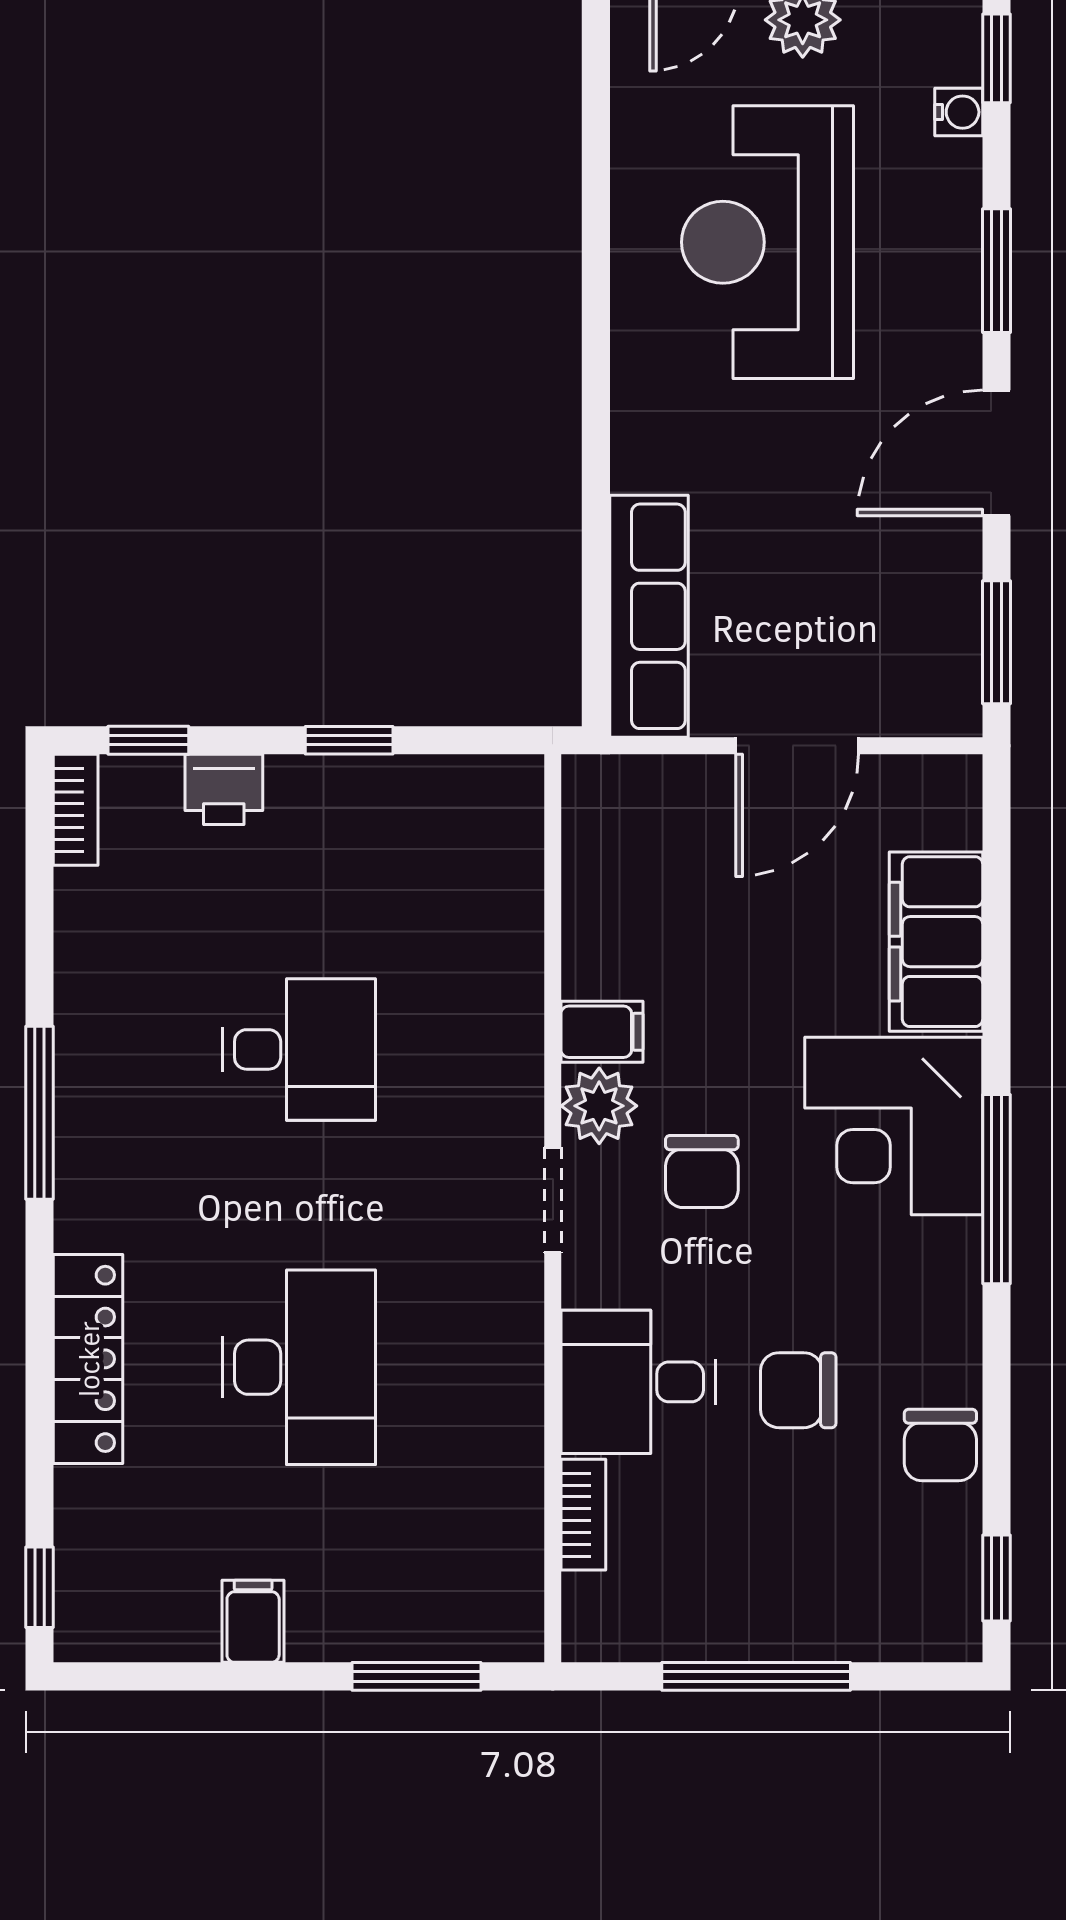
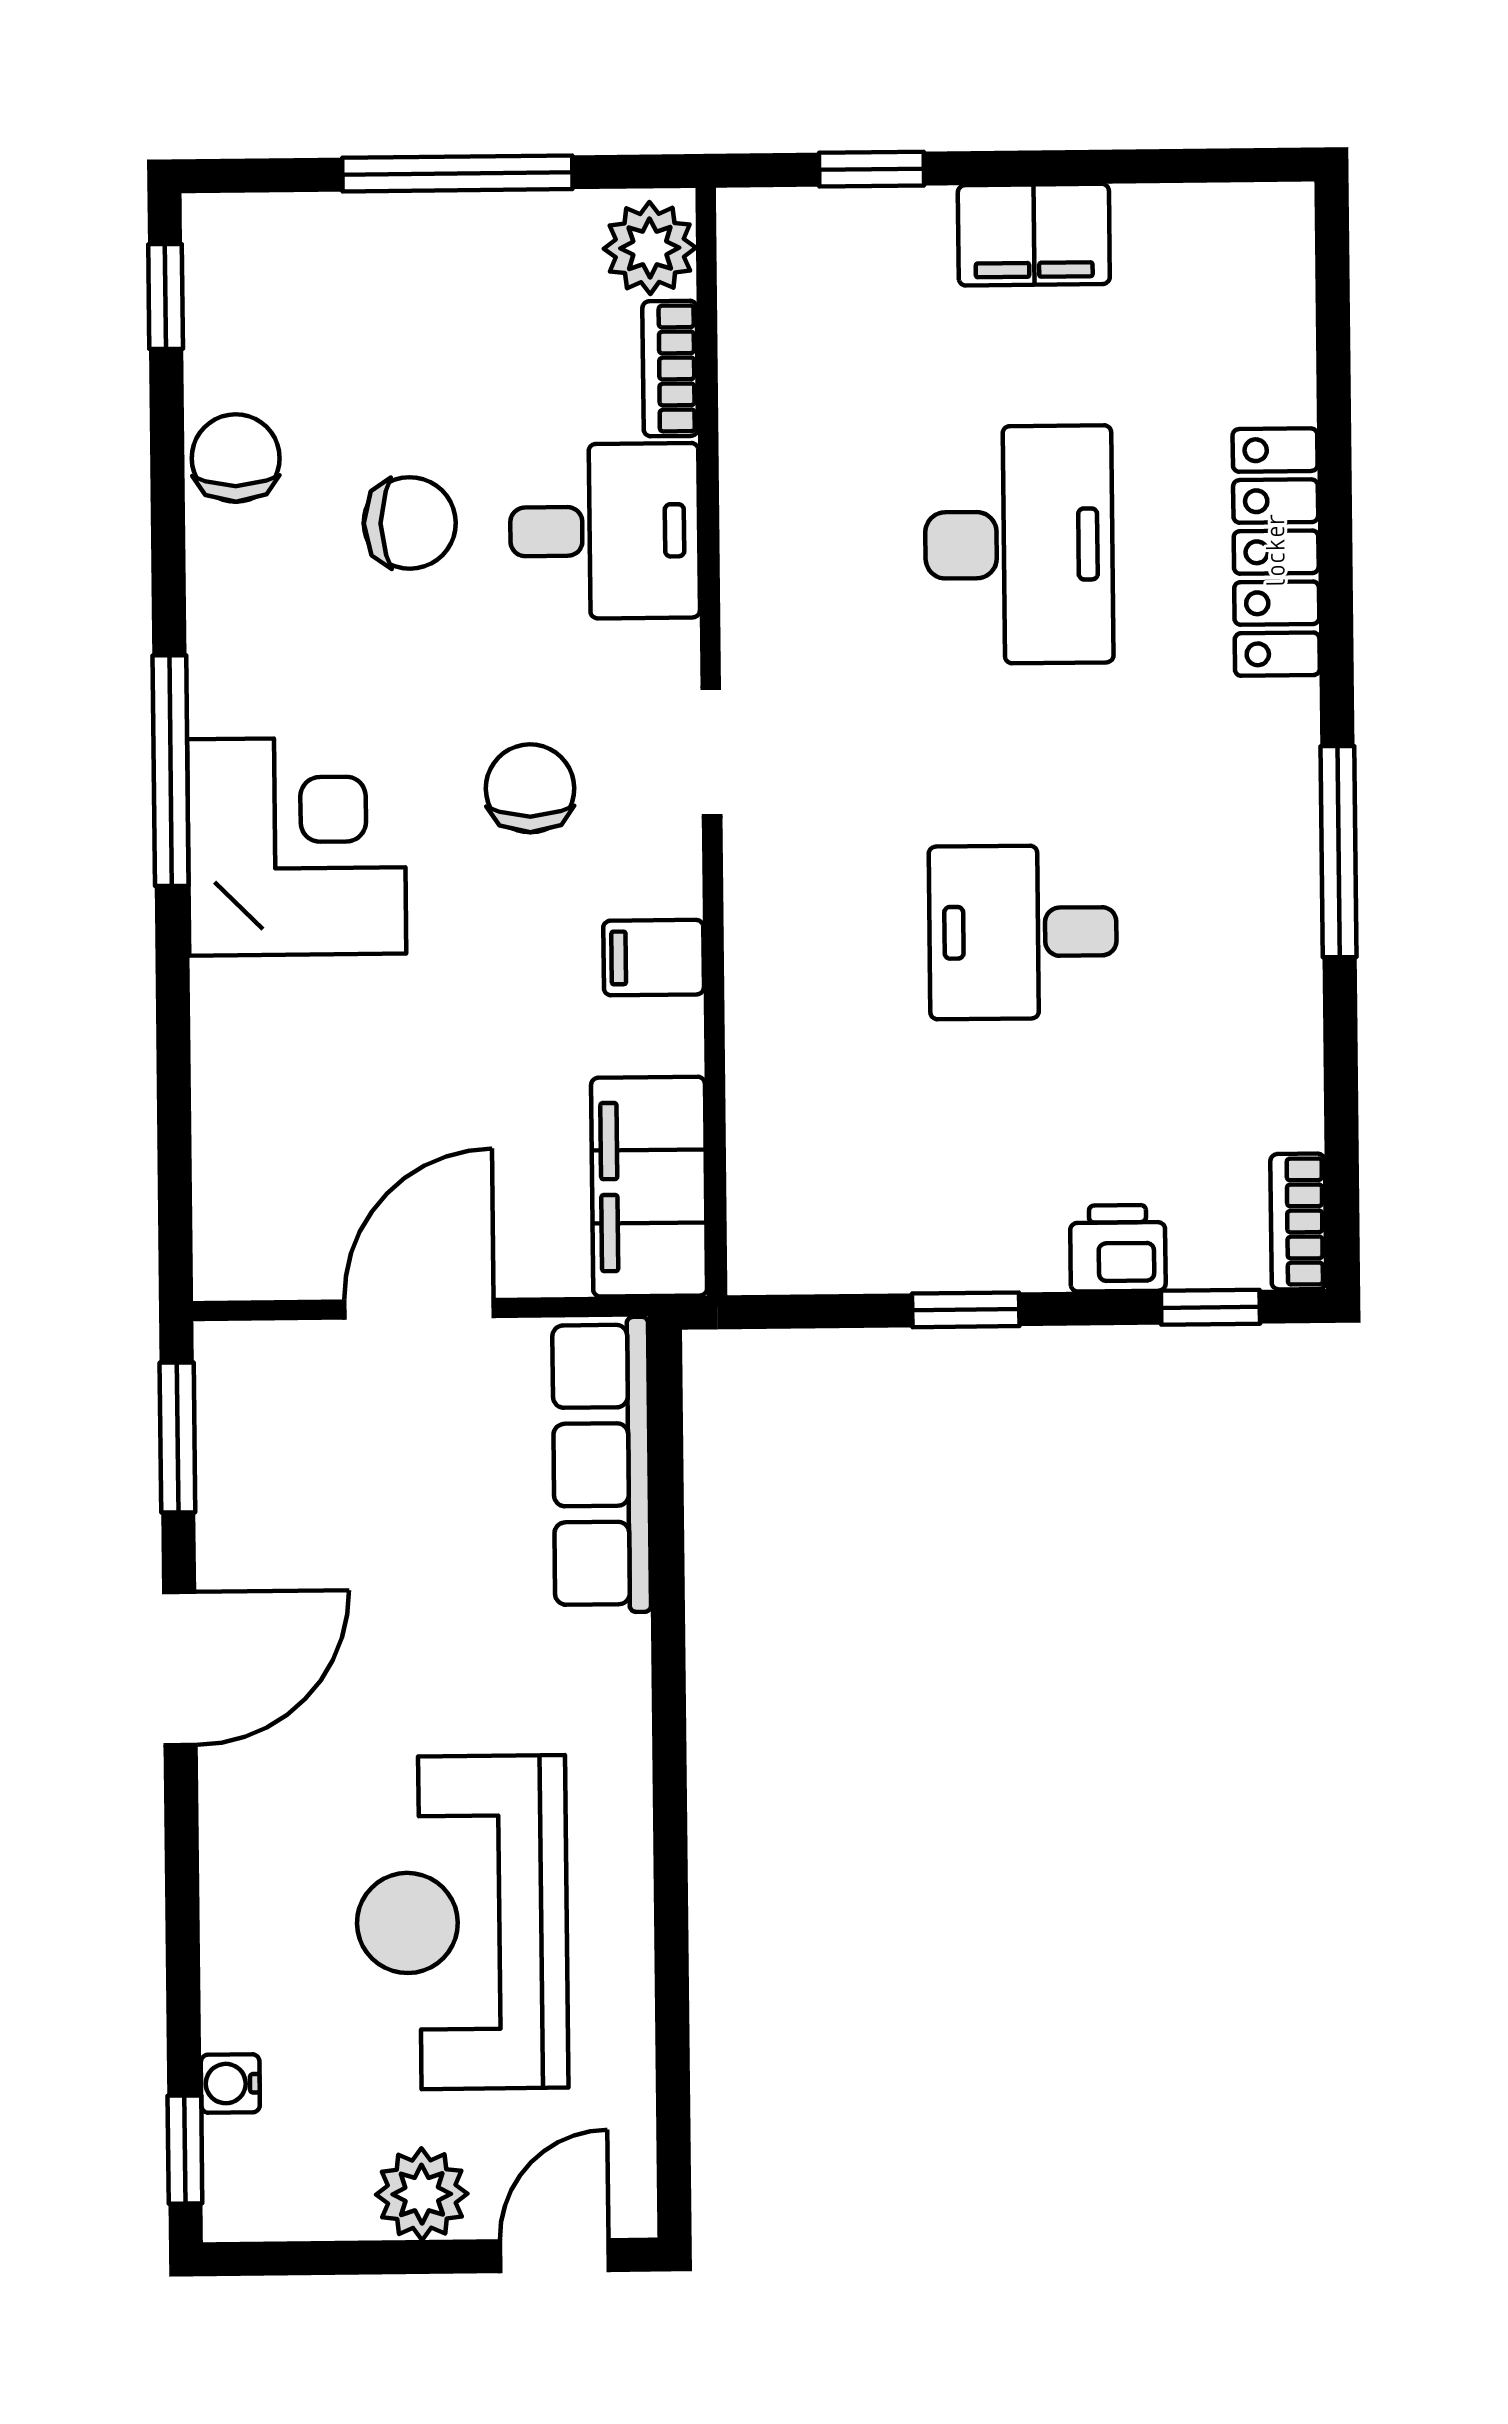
reception desk: (767, 242) -> (462, 1922), turned 180
window: (996, 271) -> (182, 1891), removed
filing cabinet: (936, 942) -> (649, 1187), moved, turned 180
plant: (599, 1106) -> (650, 248), moved
desk: (299, 1367) -> (1019, 545), turned 180
window: (39, 1587) -> (1332, 273), removed
filing cabinet: (253, 1621) -> (1034, 235), width x2.00
window: (417, 1676) -> (872, 169), width x0.67

